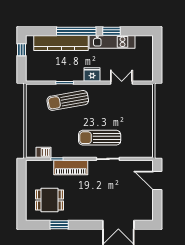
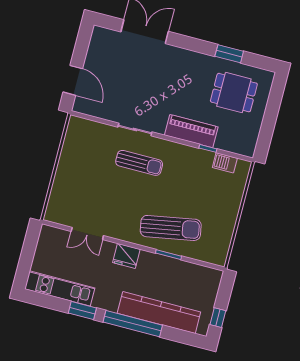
kitchen unit: (112, 42) -> (60, 288), moved
sun lounger: (100, 138) -> (139, 163), width x0.73, depth x0.75

